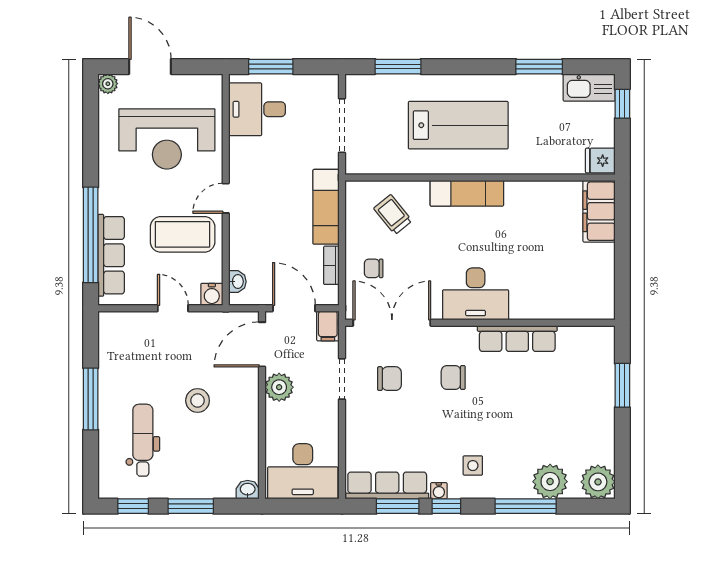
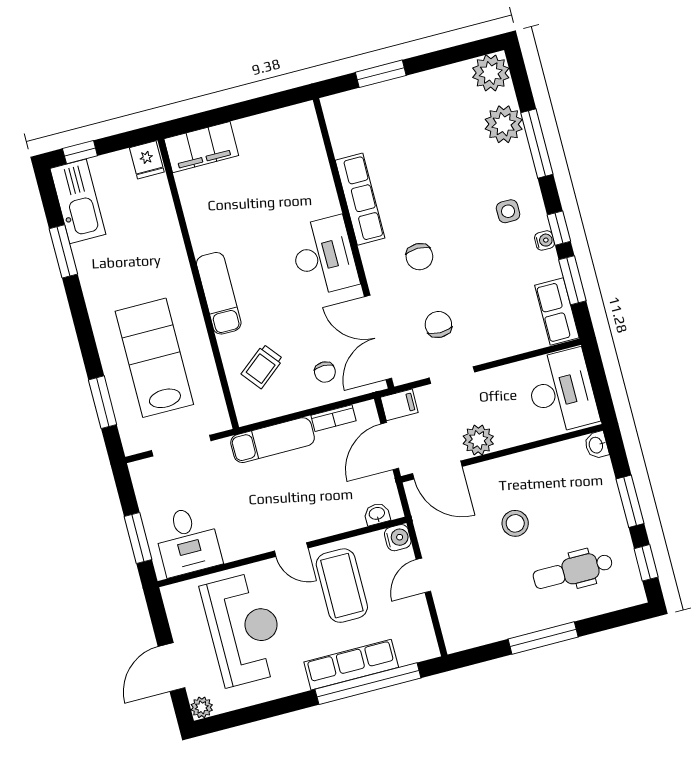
kitchen sink: (589, 87) -> (78, 201), width x1.36, depth x1.24
lab bench: (458, 125) -> (154, 358), moved
row of seats: (111, 255) -> (351, 665), moved
row of seats: (387, 486) -> (557, 311), width x0.68

